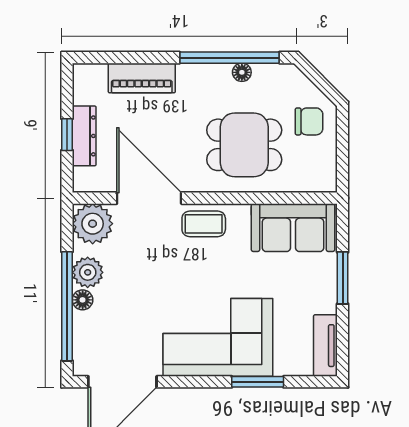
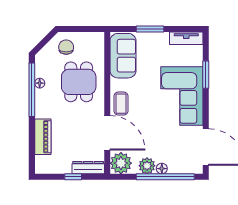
dresser: (84, 136) -> (88, 168), moved
door: (149, 198) -> (107, 133), swing flipped

